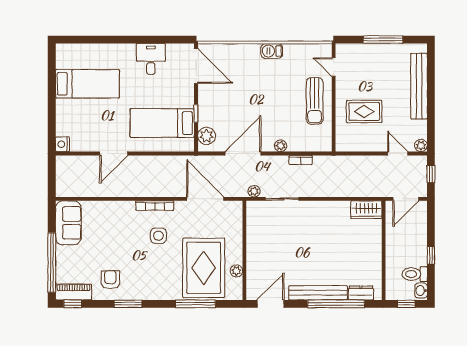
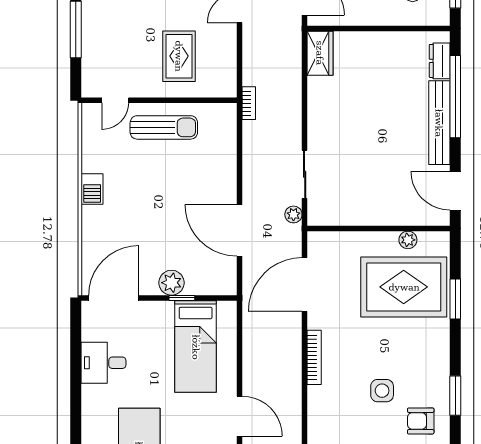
plant: (207, 136) -> (172, 283), moved
plant: (281, 146) -> (228, 176), removed
bookcase: (301, 160) -> (249, 103), moved
side table: (158, 236) -> (382, 391), moved
window: (195, 304) -> (455, 299), width x0.69

